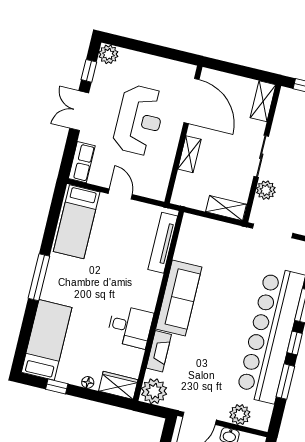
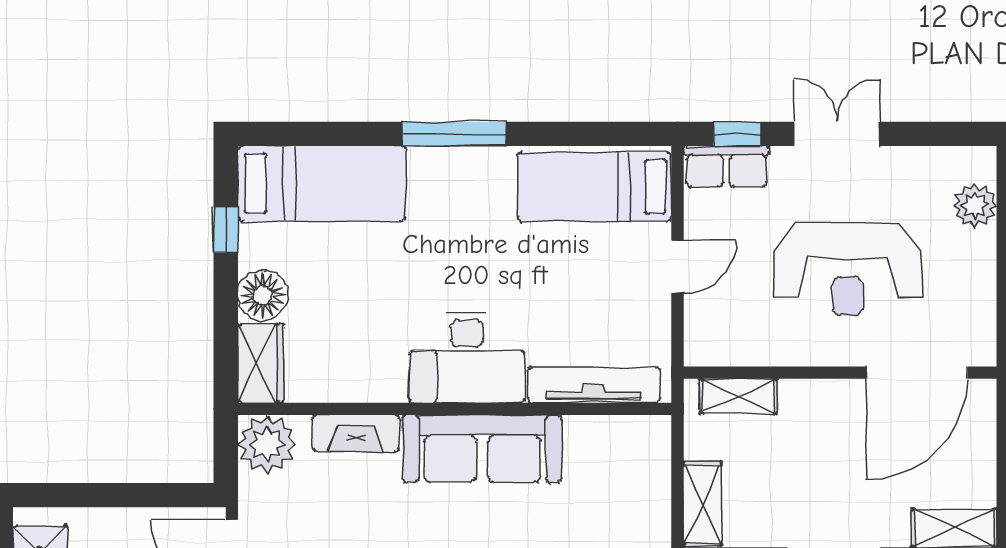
plant: (108, 54) -> (975, 206), moved
window: (89, 71) -> (737, 134), moved
shelving: (189, 154) -> (739, 396), moved
desk: (130, 327) -> (467, 358), moved, width x1.37
floor lamp: (88, 382) -> (263, 295), width x1.89, depth x1.89

